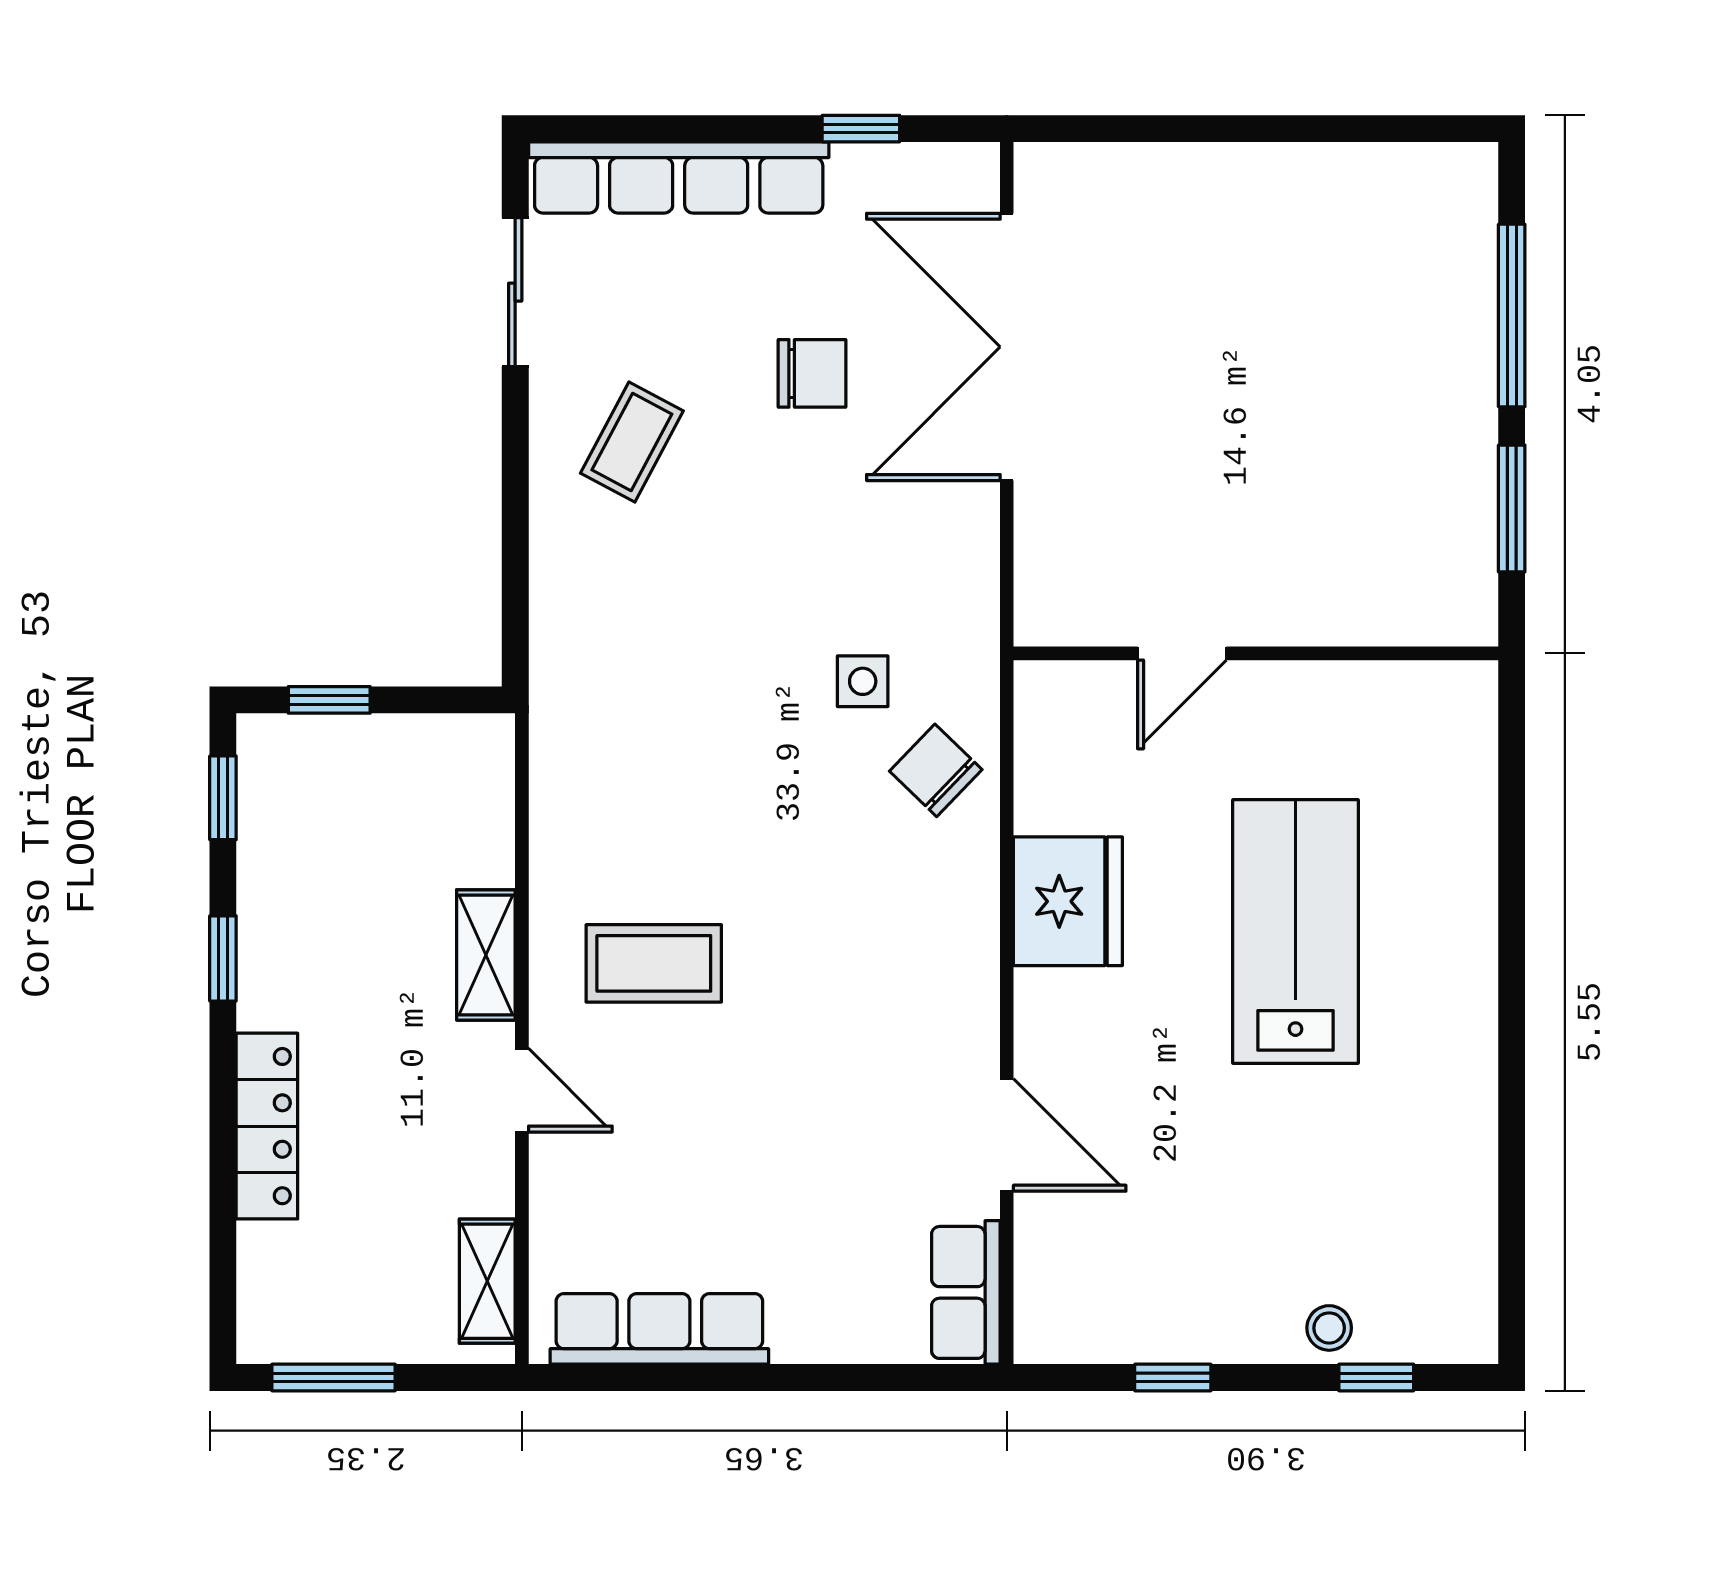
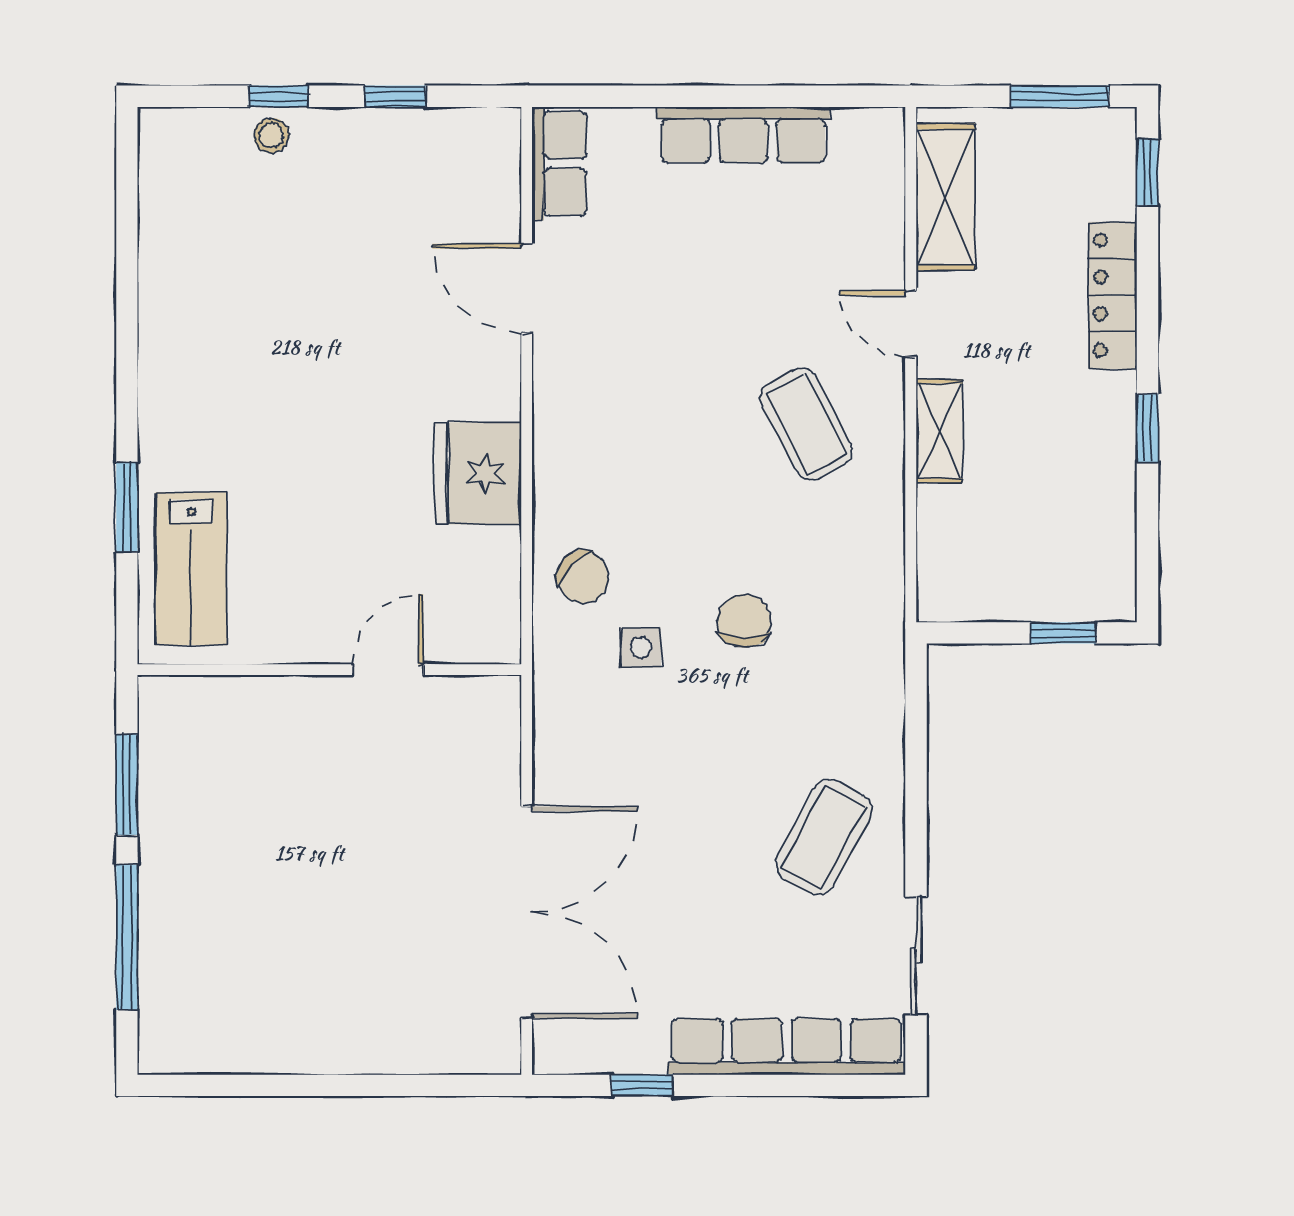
chair: (812, 373) -> (744, 621), moved, turned 90
coffee table: (632, 442) -> (824, 837), width x1.36, depth x1.30
window: (223, 798) -> (1147, 172), moved
window: (1512, 859) -> (127, 507), added
lab bench: (1296, 932) -> (191, 569), moved, width x0.73, depth x0.72
coffee table: (654, 963) -> (806, 424), turned 62
shelving: (487, 1281) -> (946, 197), width x1.50, depth x1.33
row of seats: (659, 1329) -> (743, 135), moved
window: (1376, 1377) -> (278, 96), moved

